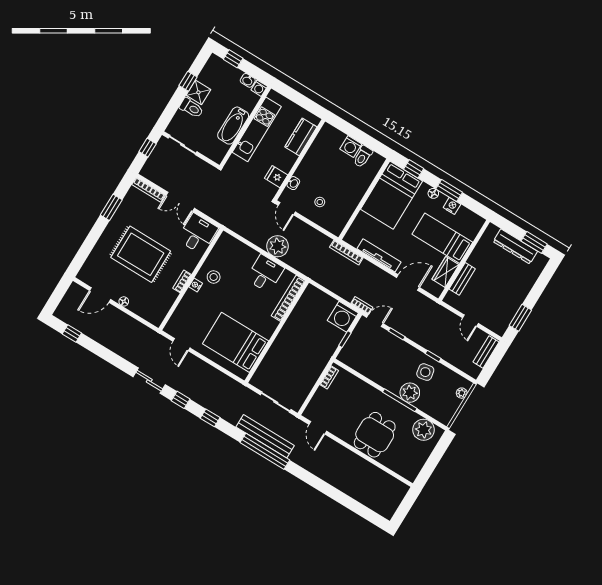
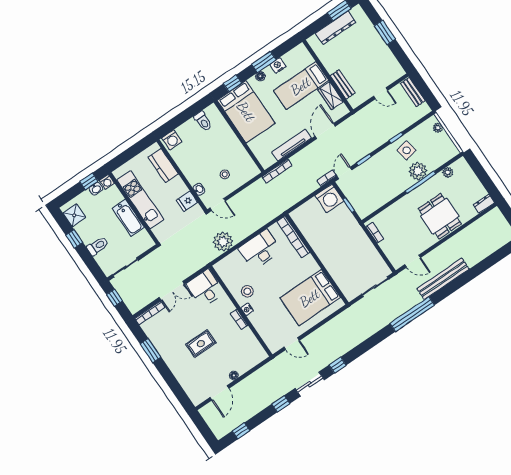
window: (233, 59) -> (89, 181), moved
shower: (198, 92) -> (74, 215), moved
washing machine: (351, 146) -> (172, 140), moved
plant: (278, 246) -> (223, 242), moved
rug: (141, 254) -> (201, 344), width x0.54, depth x0.49
desk: (265, 274) -> (260, 250), width x1.37
window: (520, 318) -> (385, 32), moved
window: (210, 418) -> (281, 404), moved
plant: (424, 430) -> (448, 172), width x0.53, depth x0.53
bench: (265, 436) -> (443, 279), moved
dresser: (407, 473) -> (484, 204), added

